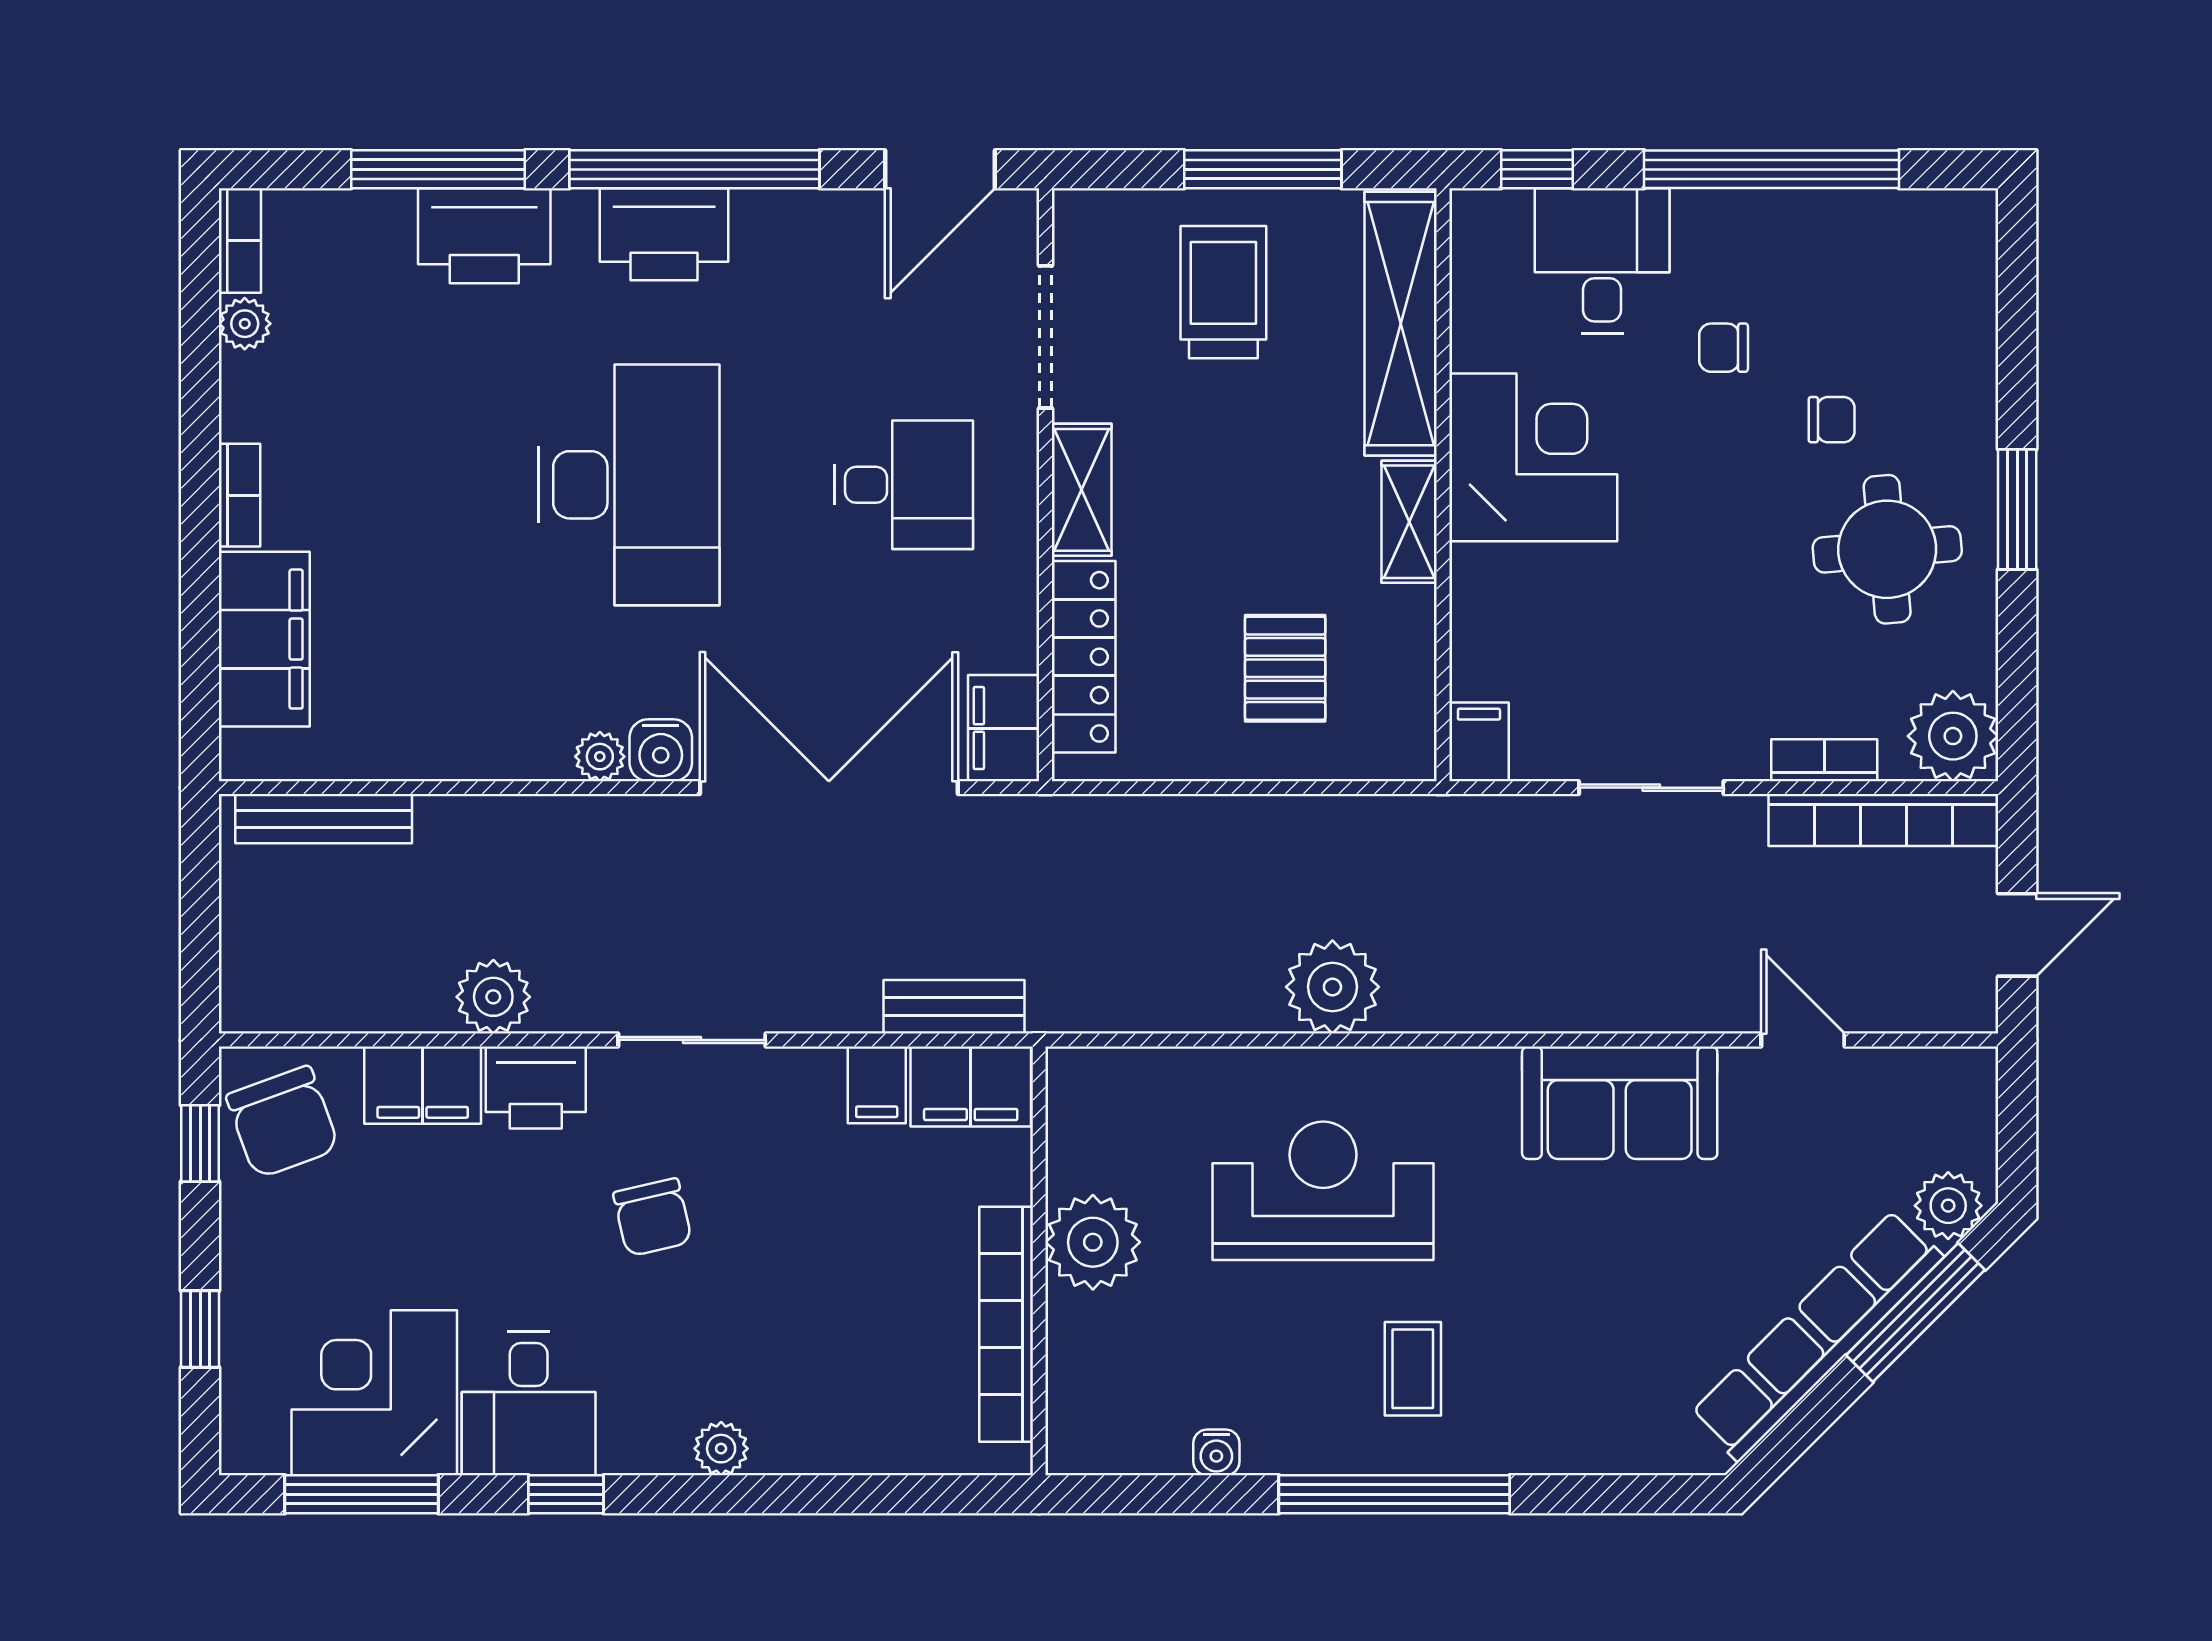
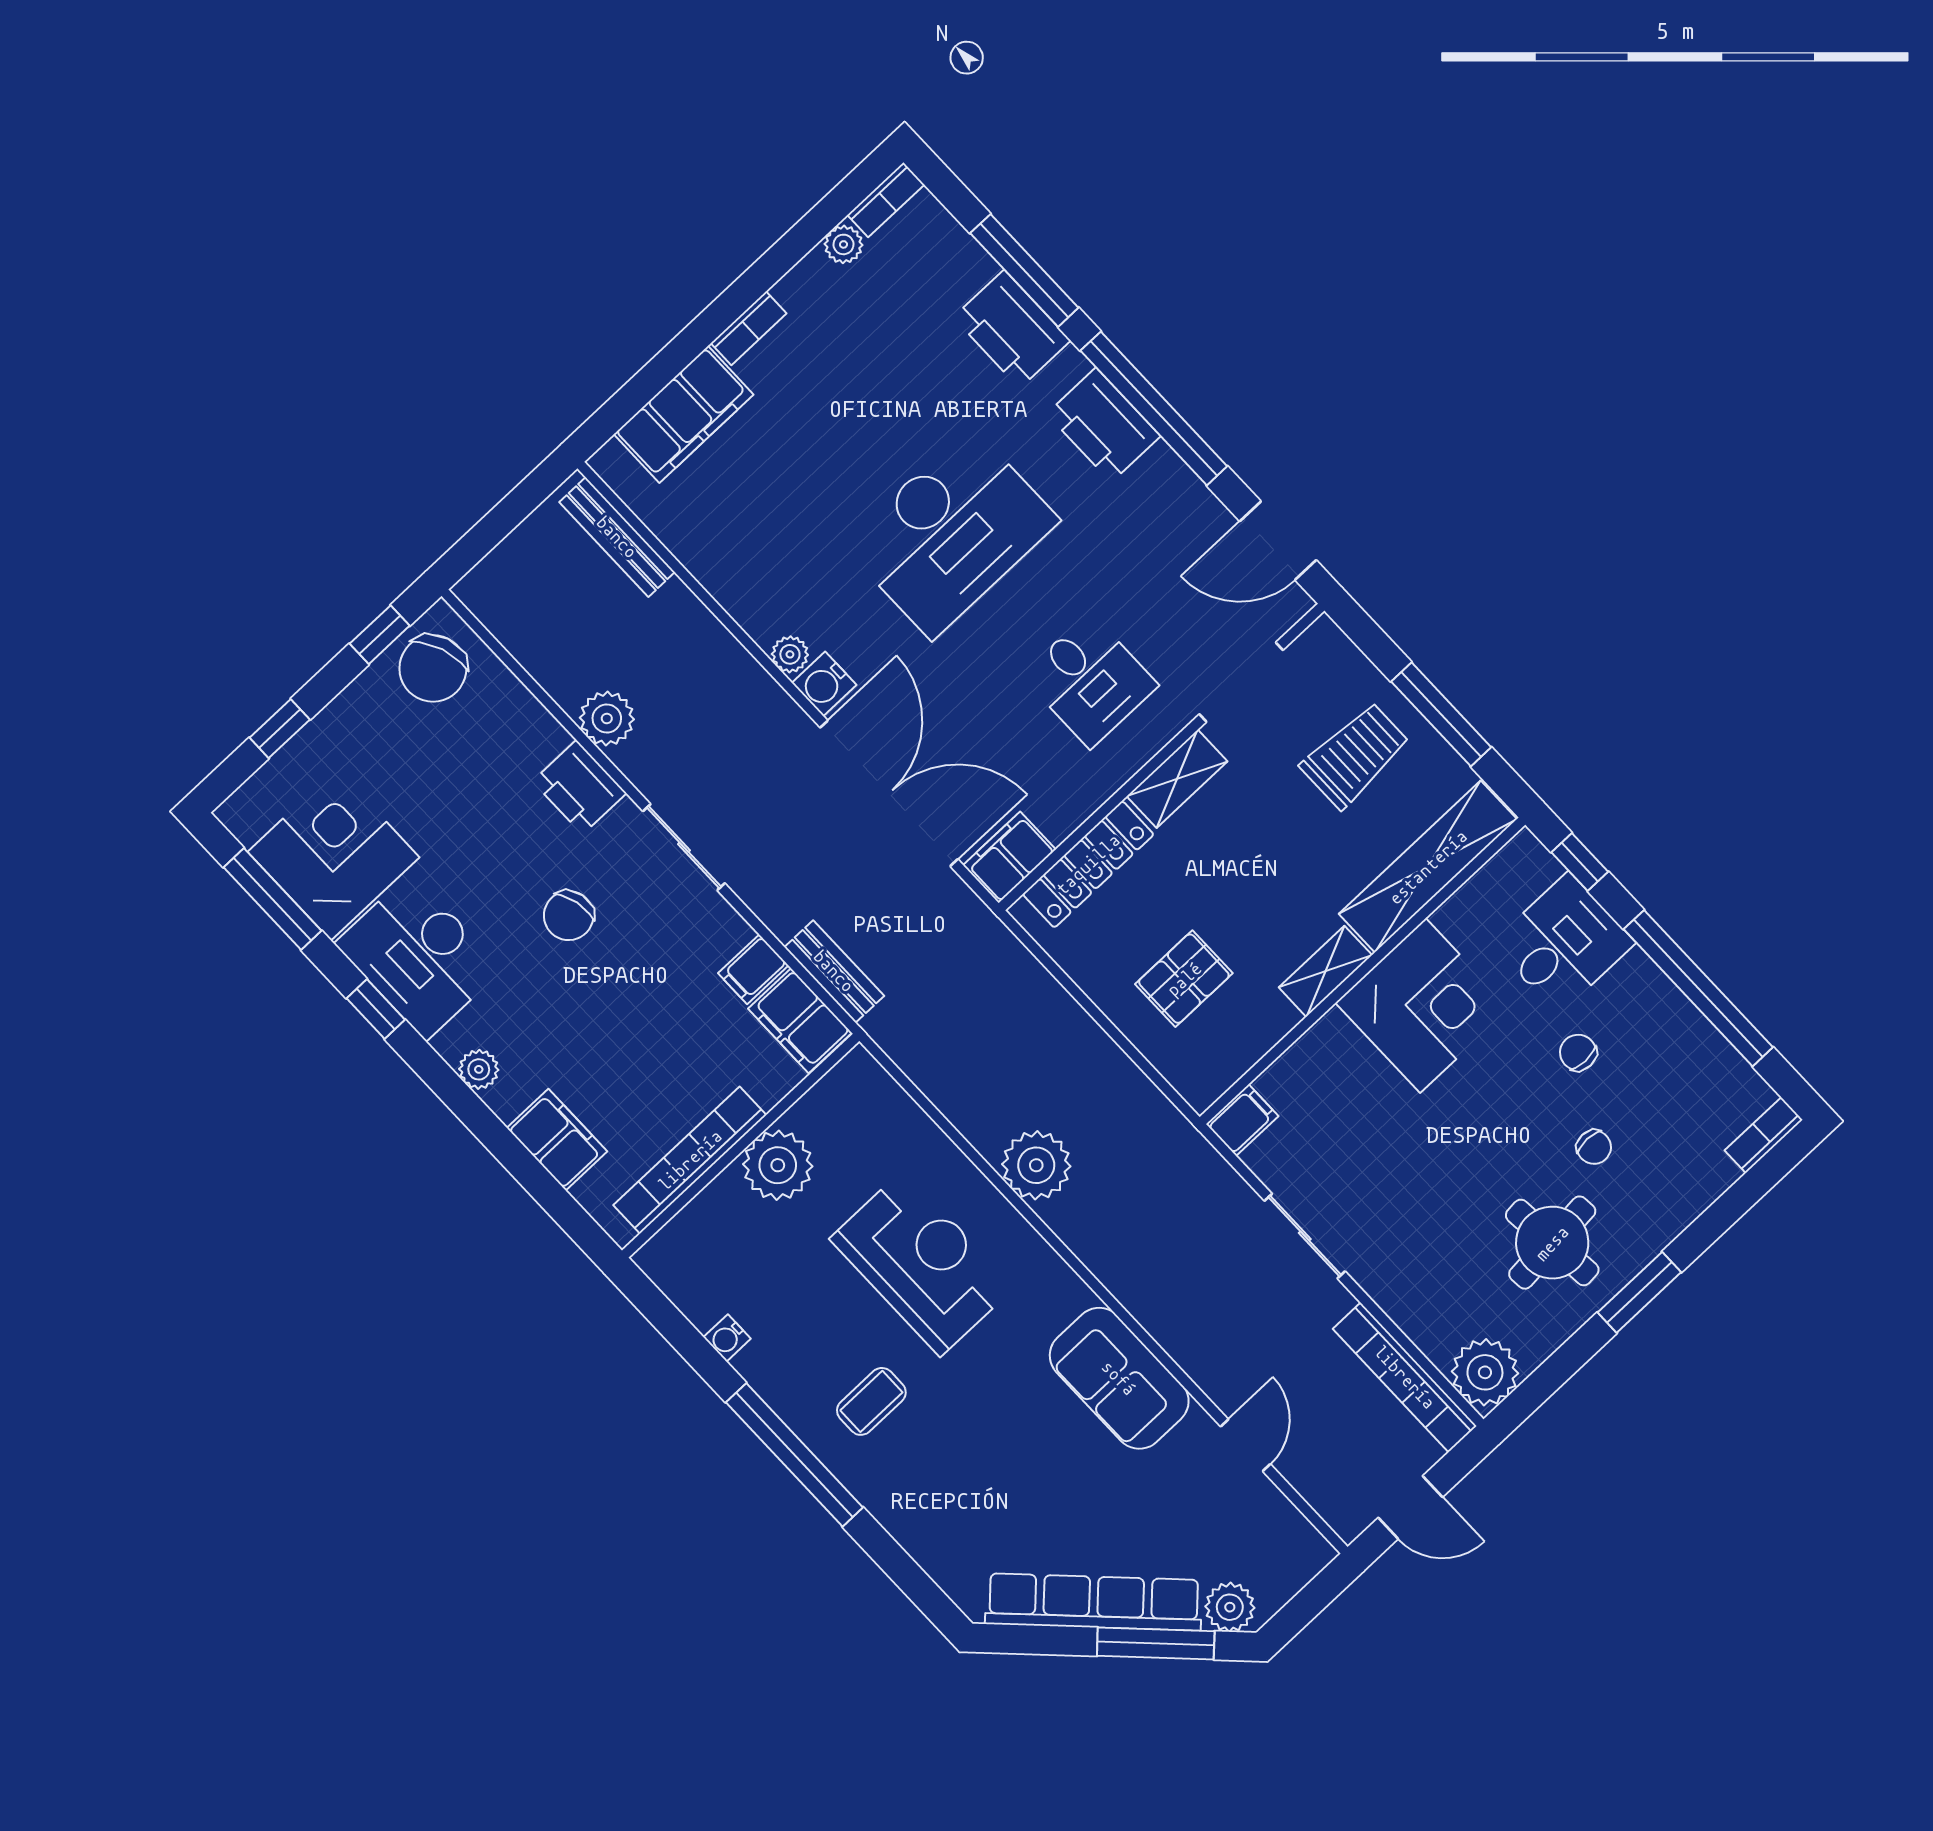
bookcase: (1824, 760) -> (1764, 1135), moved, turned -90
filing cabinet: (423, 1085) -> (557, 1140), moved, turned 180
desk: (529, 1403) -> (418, 956), width x1.37

